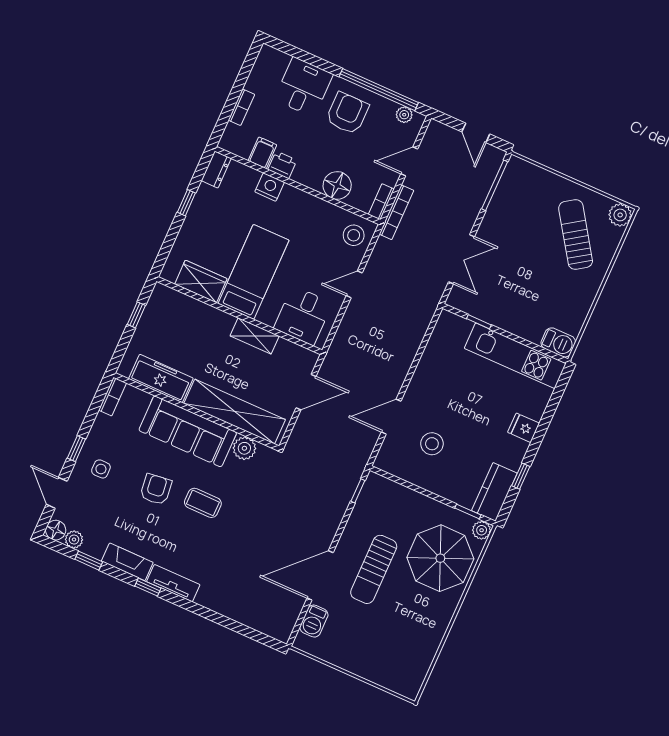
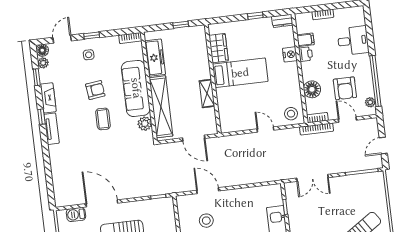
armchair: (347, 113) -> (345, 88), moved, turned 90
desk: (303, 316) -> (233, 112), removed

